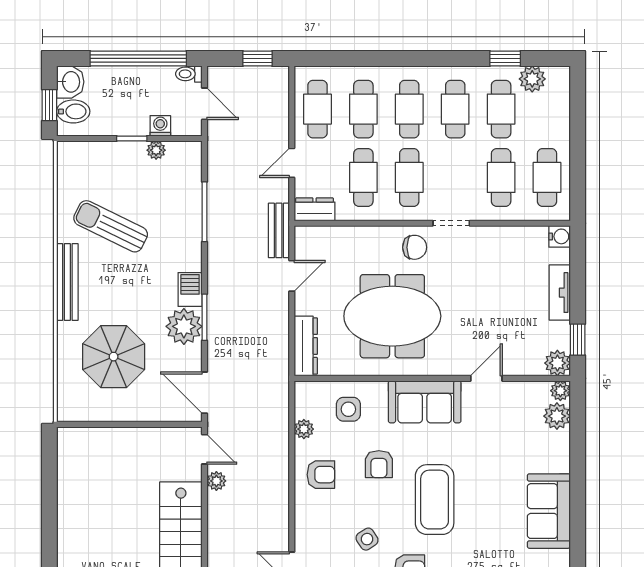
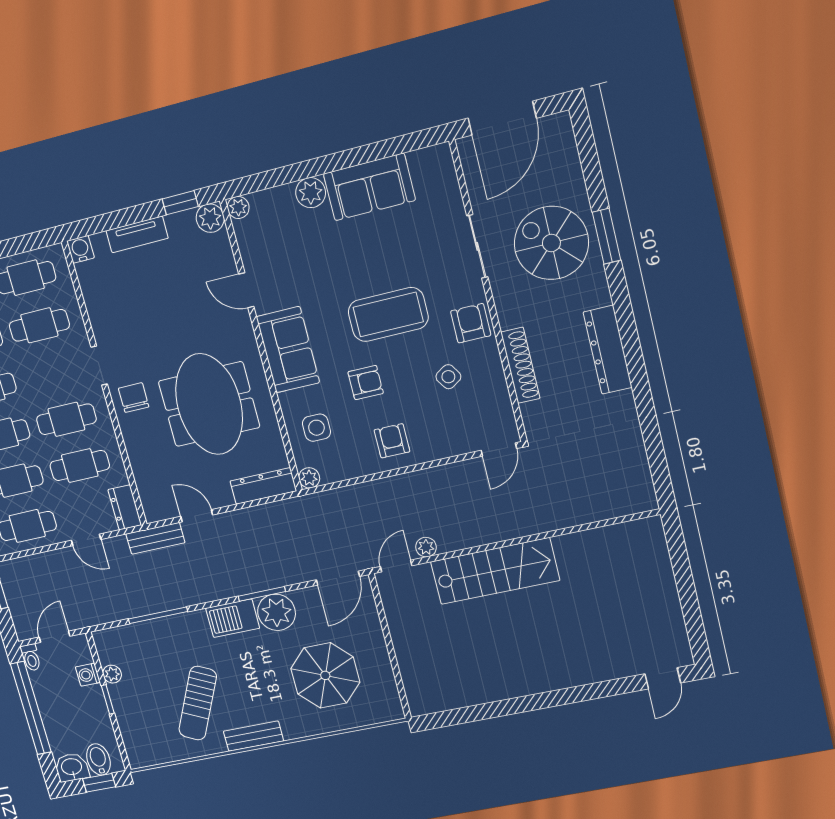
bench: (67, 282) -> (254, 736), width x0.73
barbecue: (190, 289) -> (233, 618), width x1.38, depth x1.27
plant: (557, 416) -> (311, 193), moved
plant: (304, 429) -> (309, 478), moved

